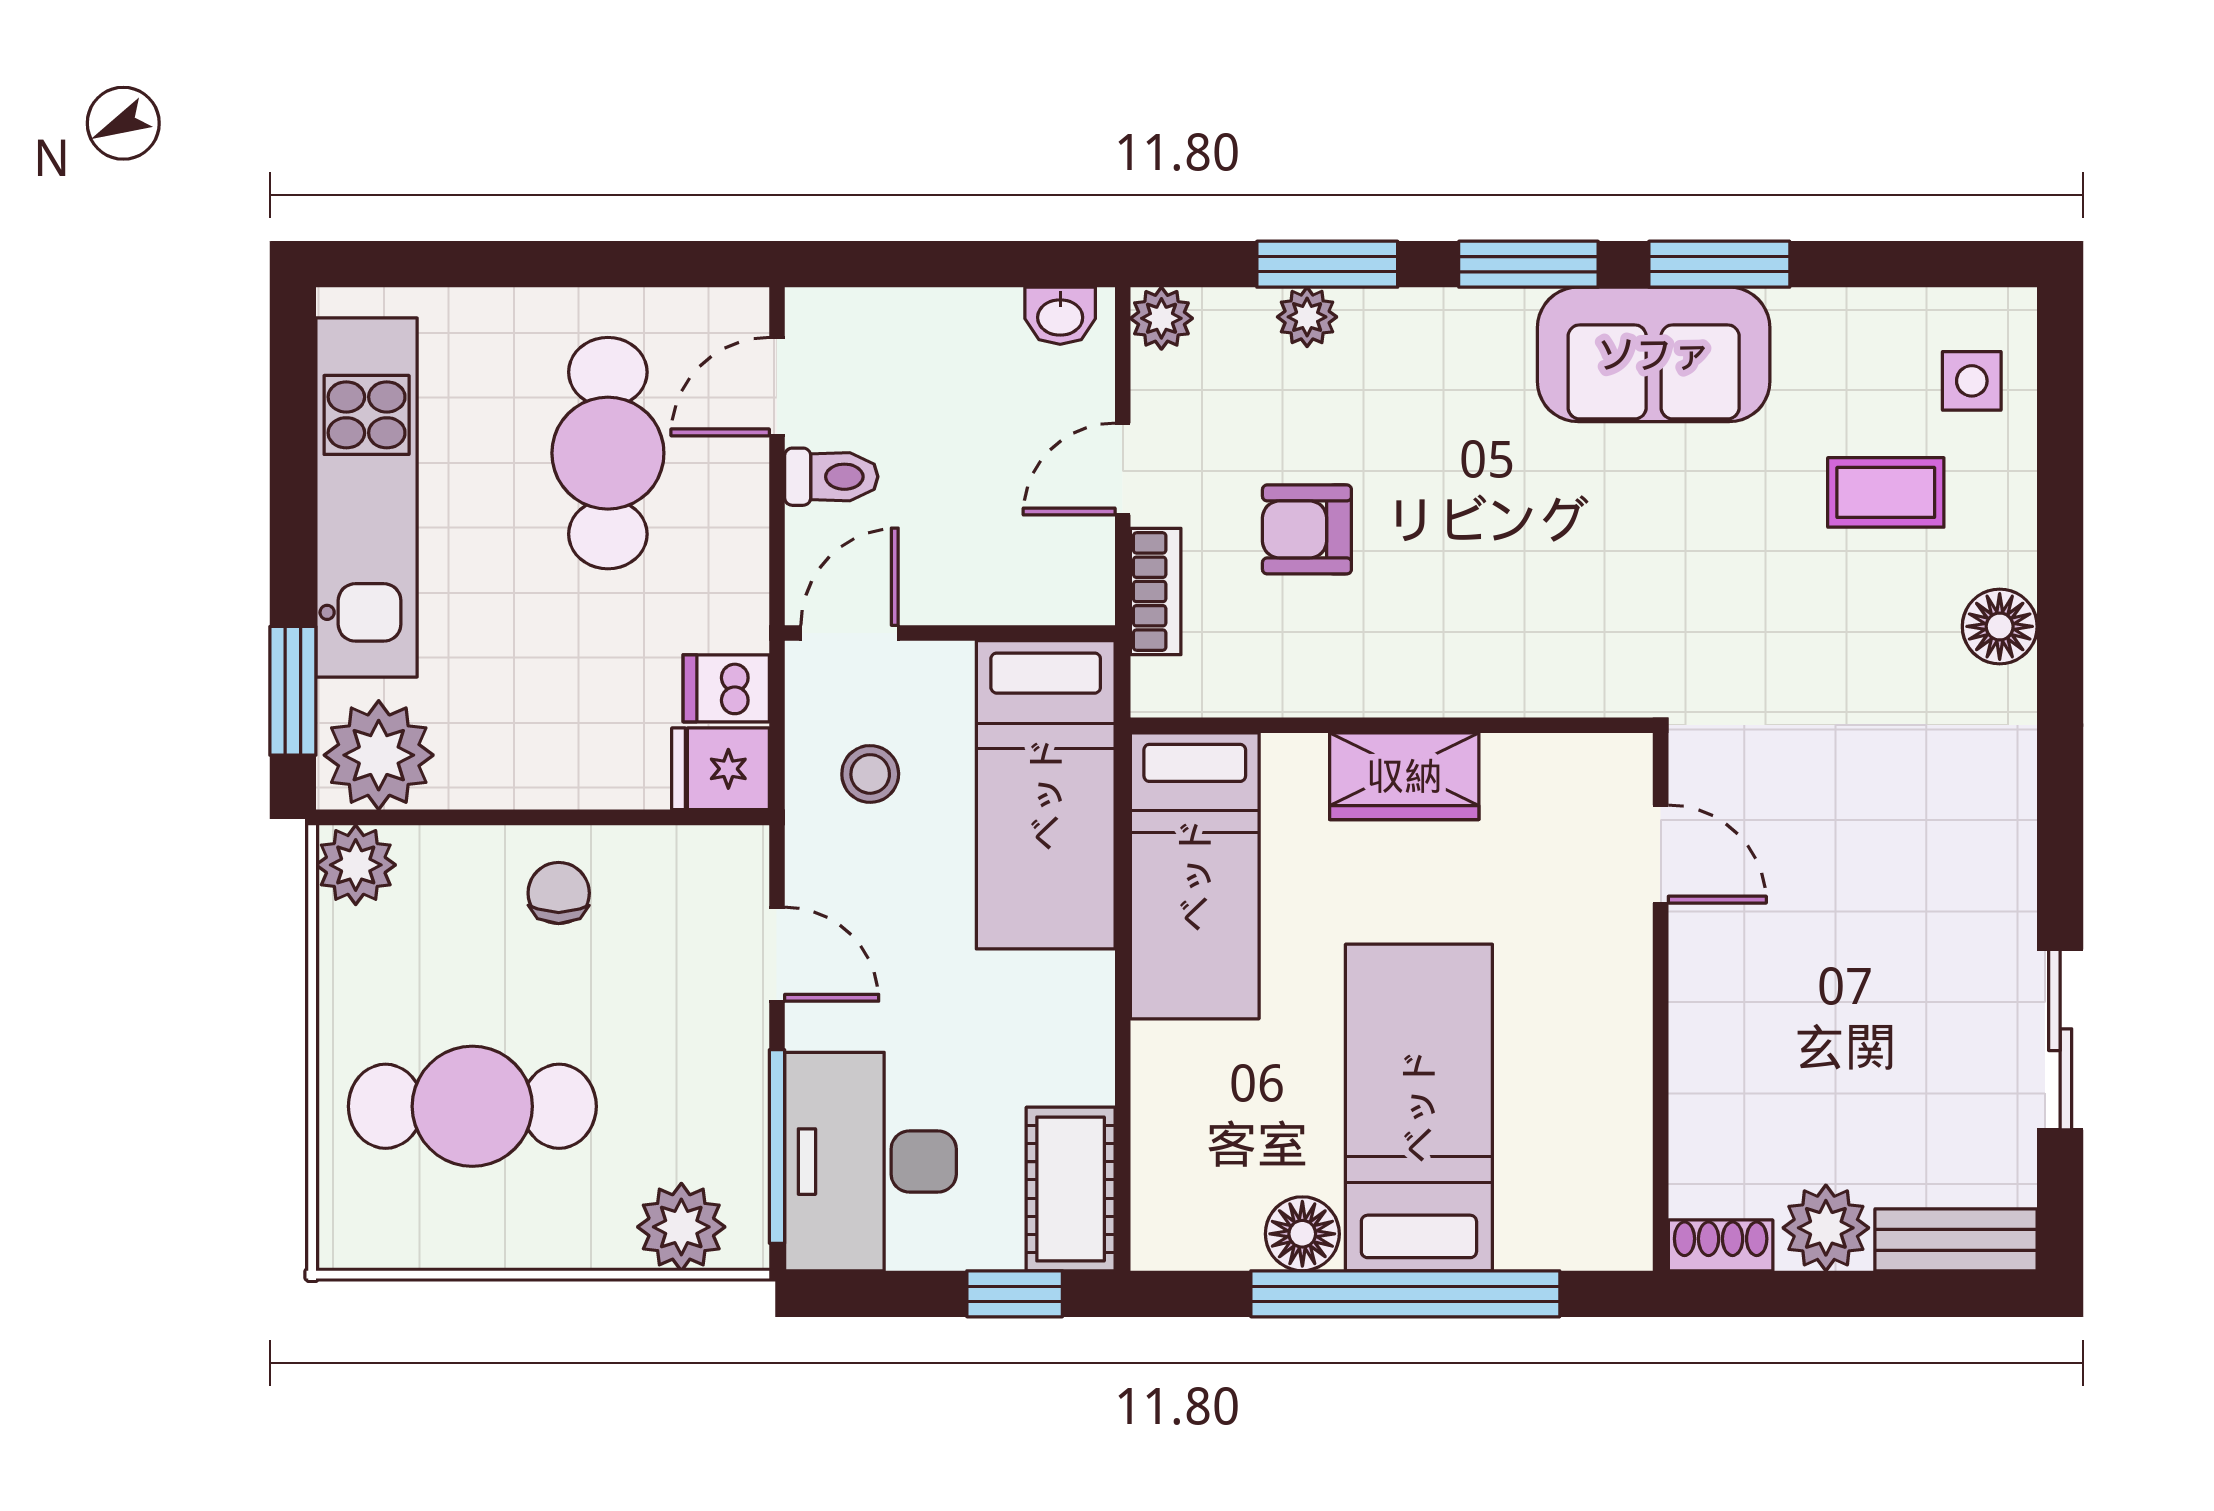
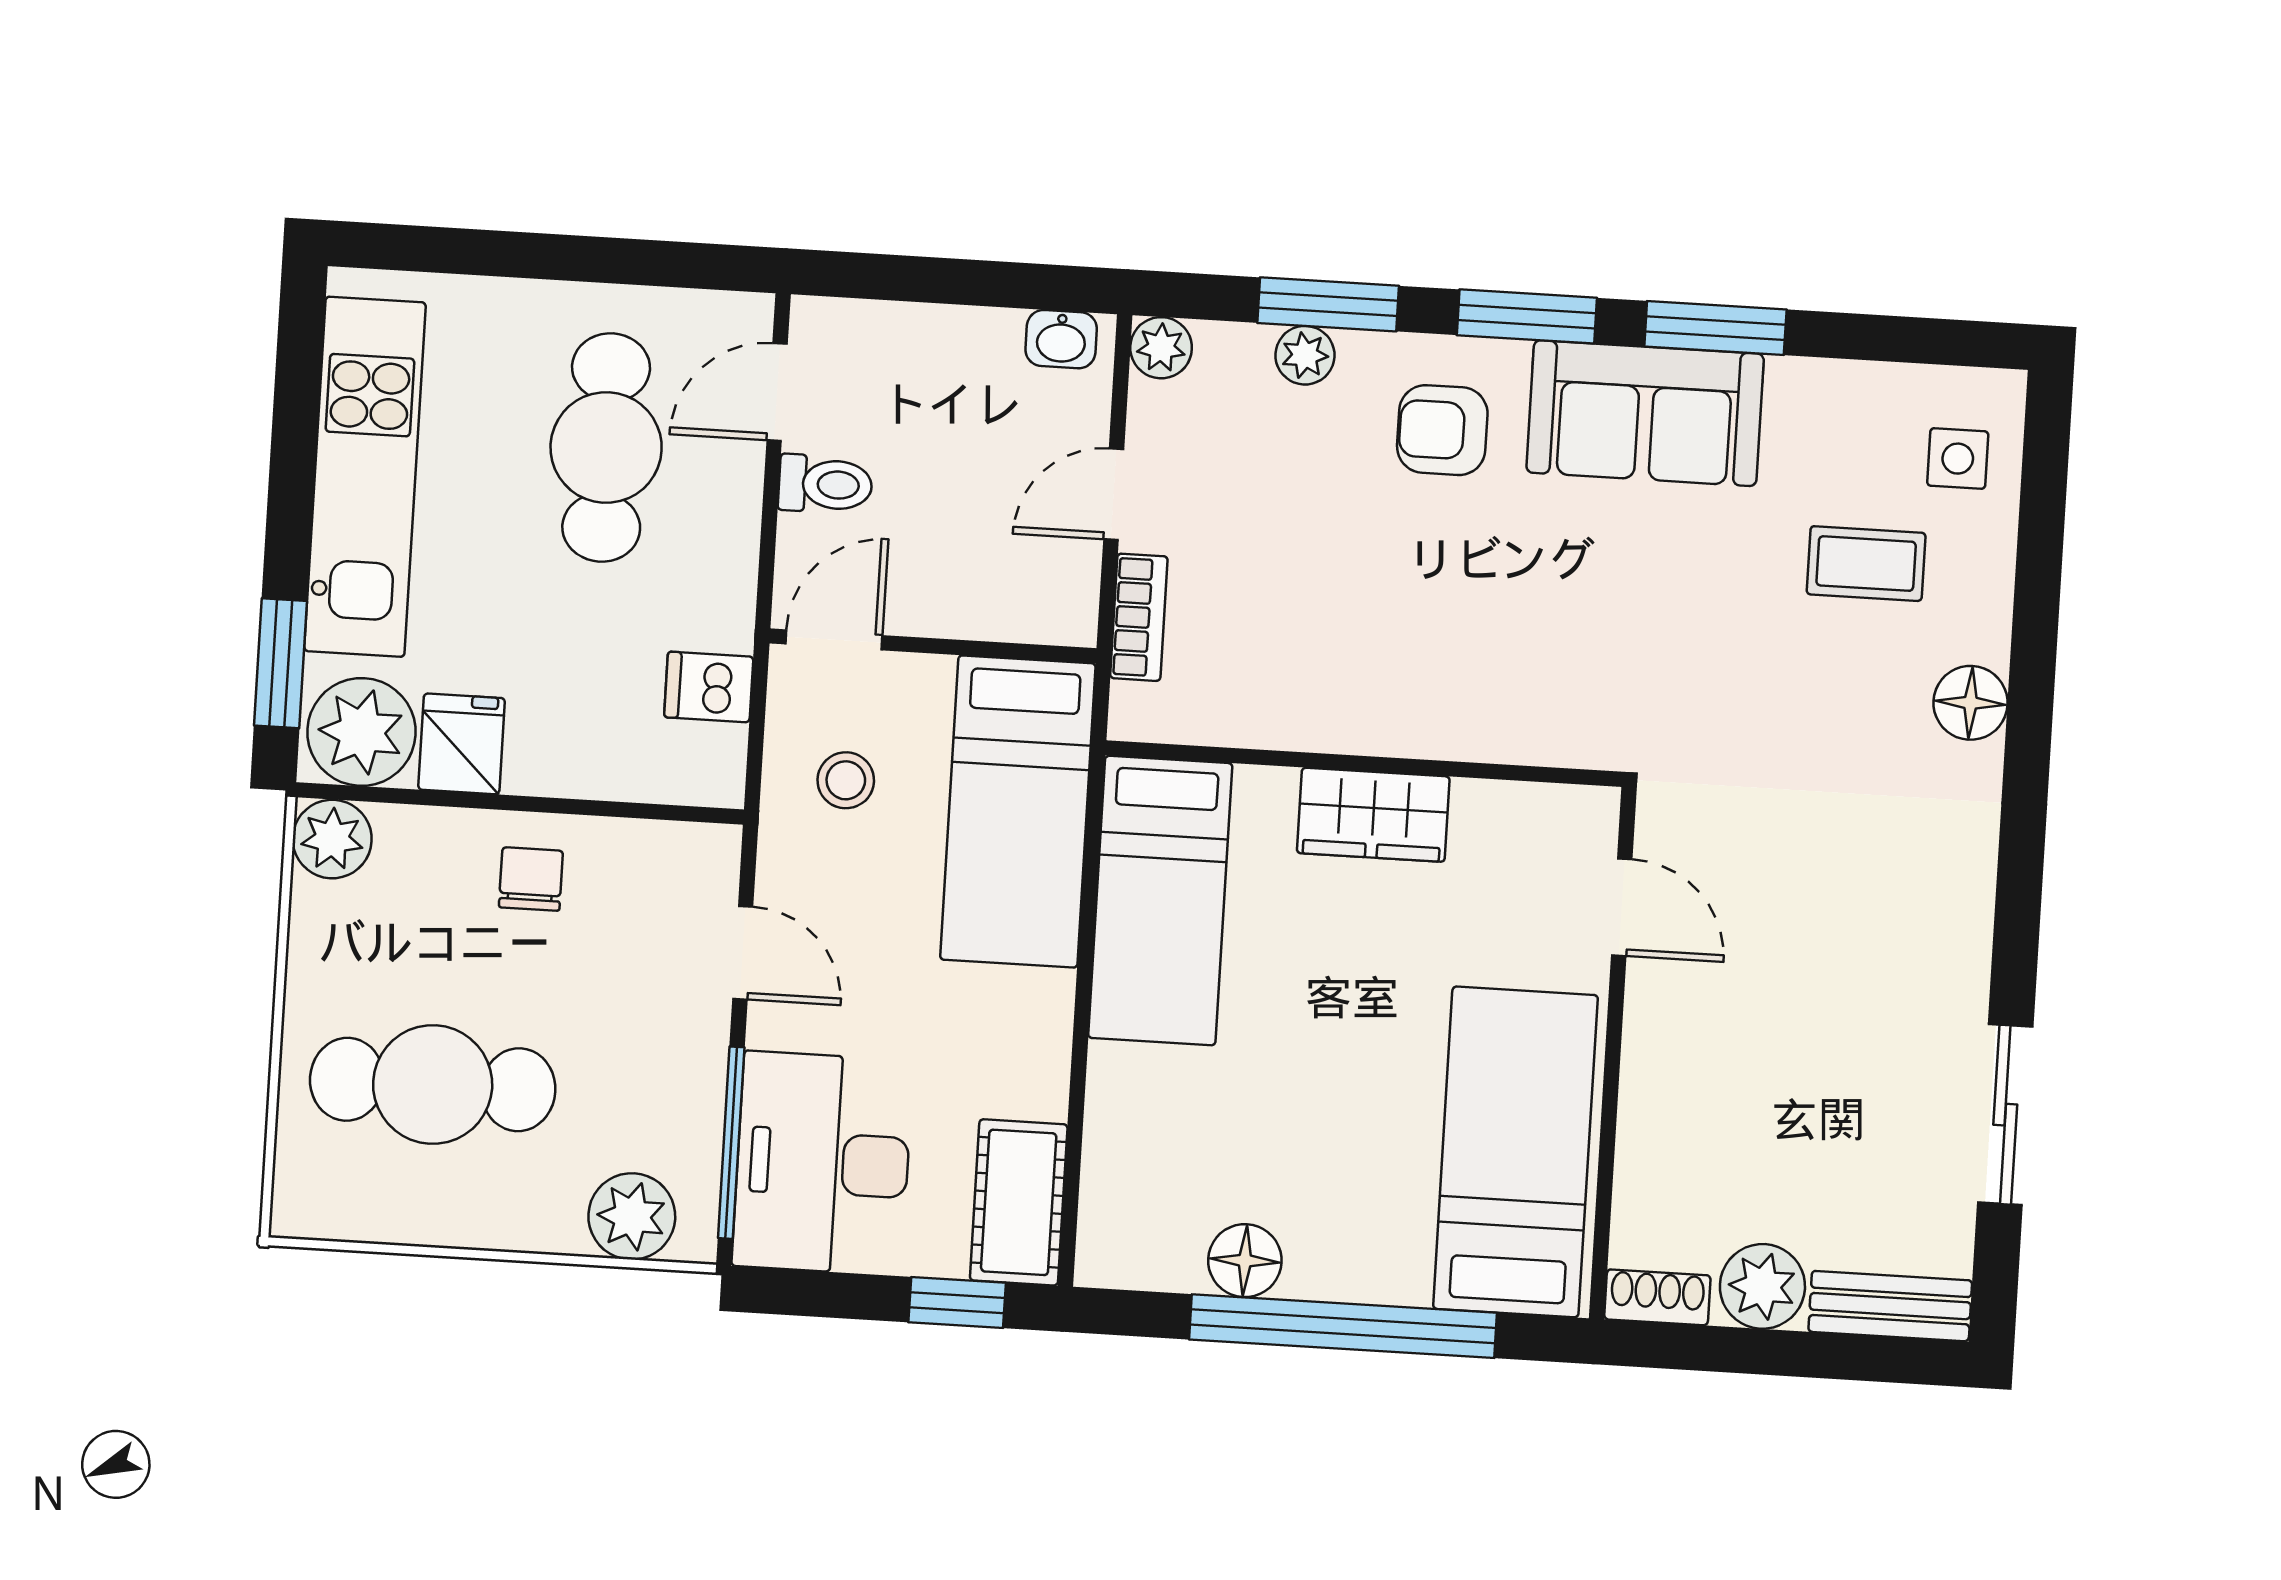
armchair: (1307, 529) -> (1442, 430), moved
fridge: (720, 769) -> (462, 744), moved, turned 90
bed: (1419, 1107) -> (1515, 1152), moved

